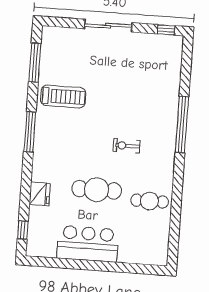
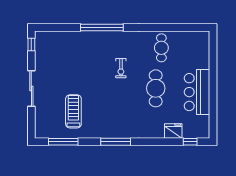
treadmill: (63, 97) -> (73, 111), moved
fridge: (40, 194) -> (173, 131), moved

